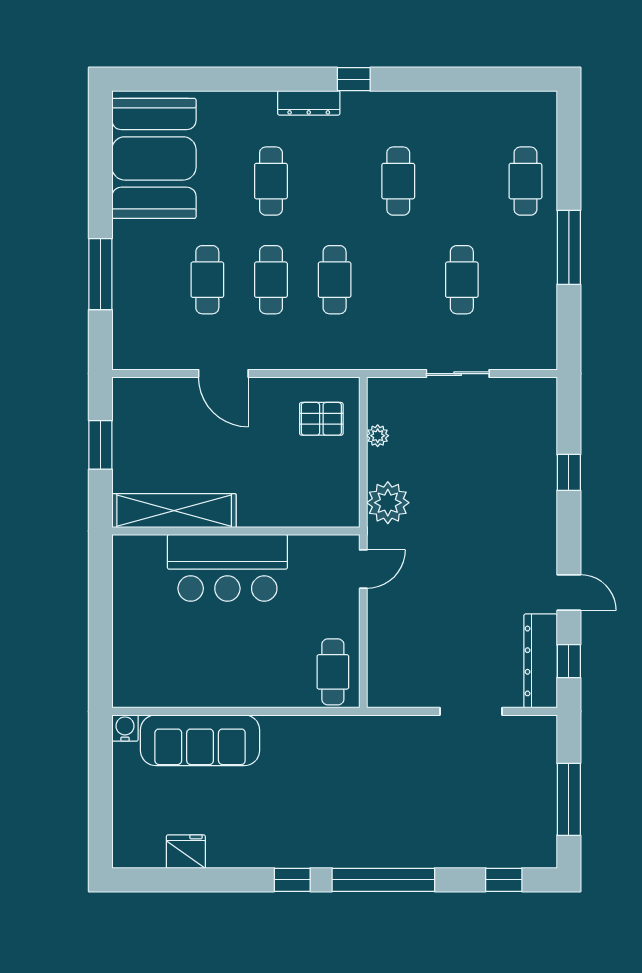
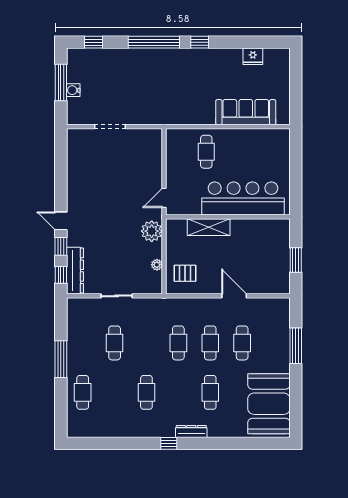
shelving: (174, 511) -> (209, 227), moved, width x0.68
bar counter: (227, 568) -> (243, 199), width x1.36
door: (569, 592) -> (61, 221), moved
dresser: (541, 661) -> (75, 271), moved
window: (569, 661) -> (61, 275), moved
cafe table: (333, 672) -> (206, 152), moved
water cooler: (125, 728) -> (73, 90), moved, turned 90

